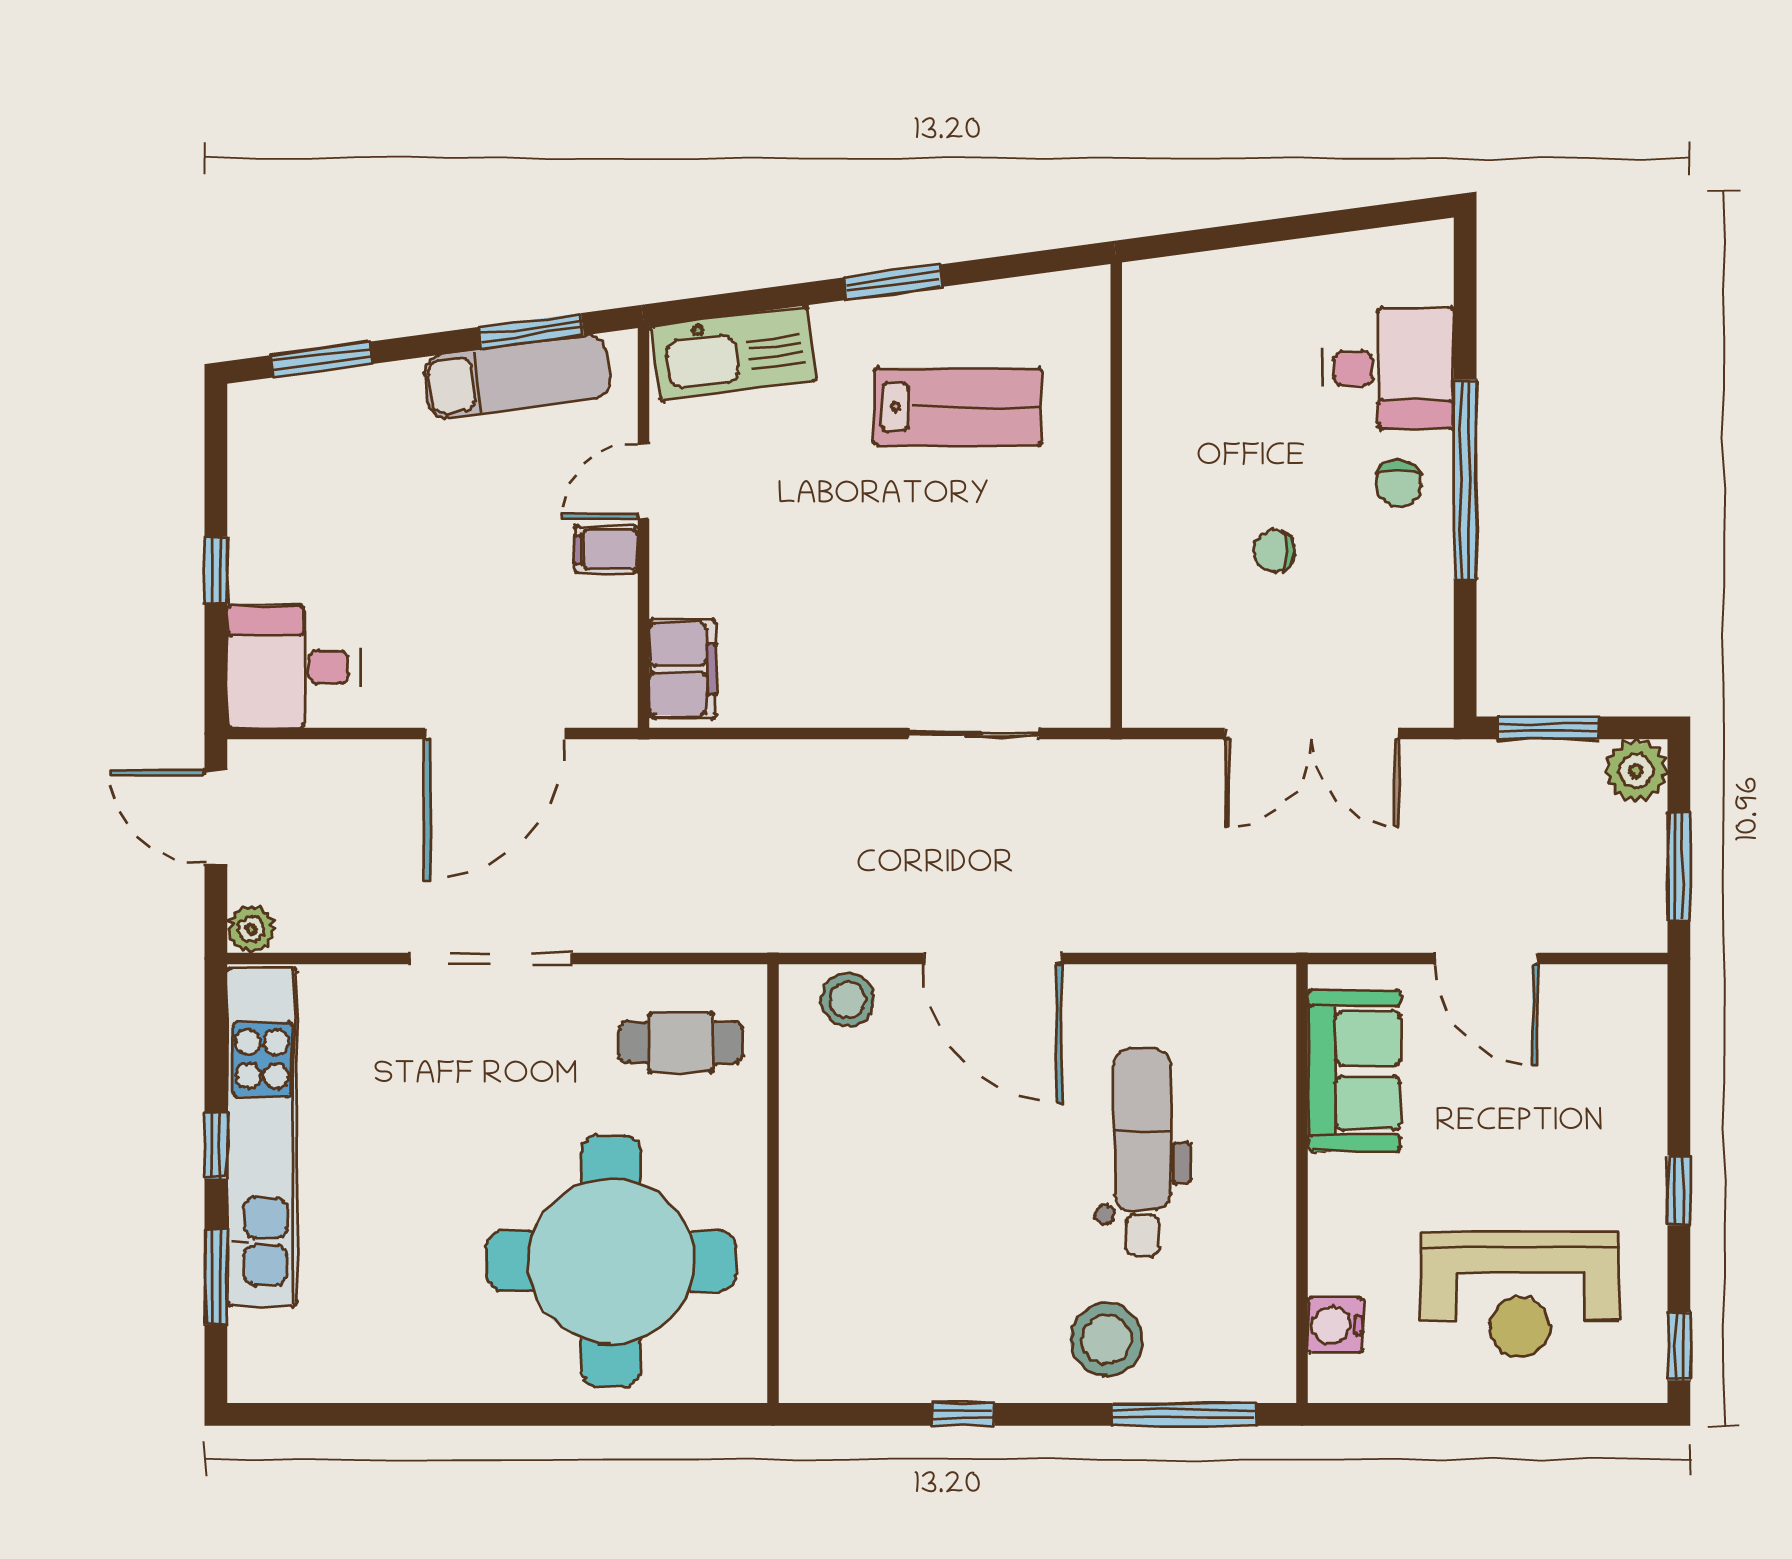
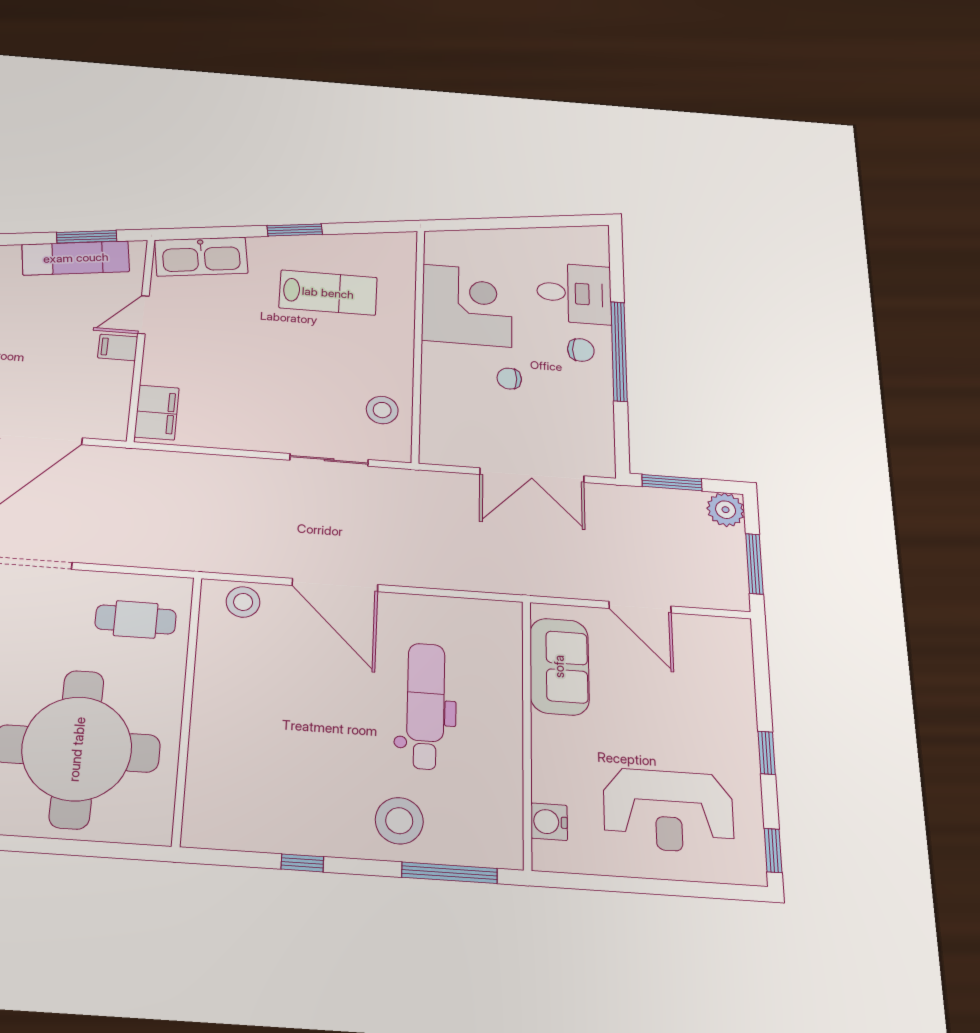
corner desk: (1200, 411) -> (467, 305), added
chair: (1399, 483) -> (581, 350), turned -90
stool: (1059, 631) -> (382, 410), added

